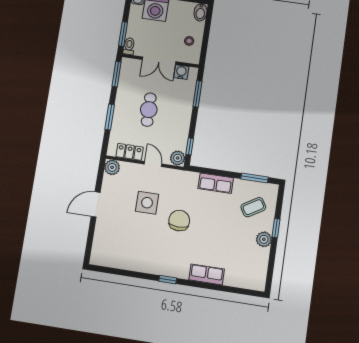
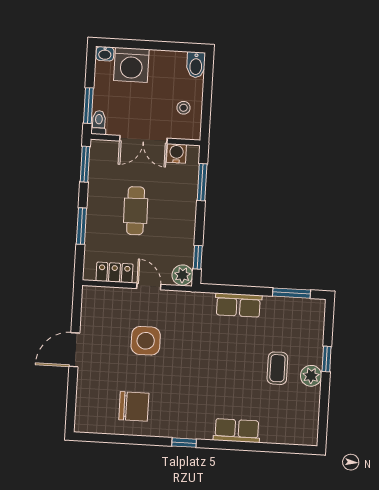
plant: (112, 167) -> (92, 296), removed
coffee table: (253, 207) -> (277, 368), moved, turned -59
chair: (179, 220) -> (134, 406), moved, turned 90

